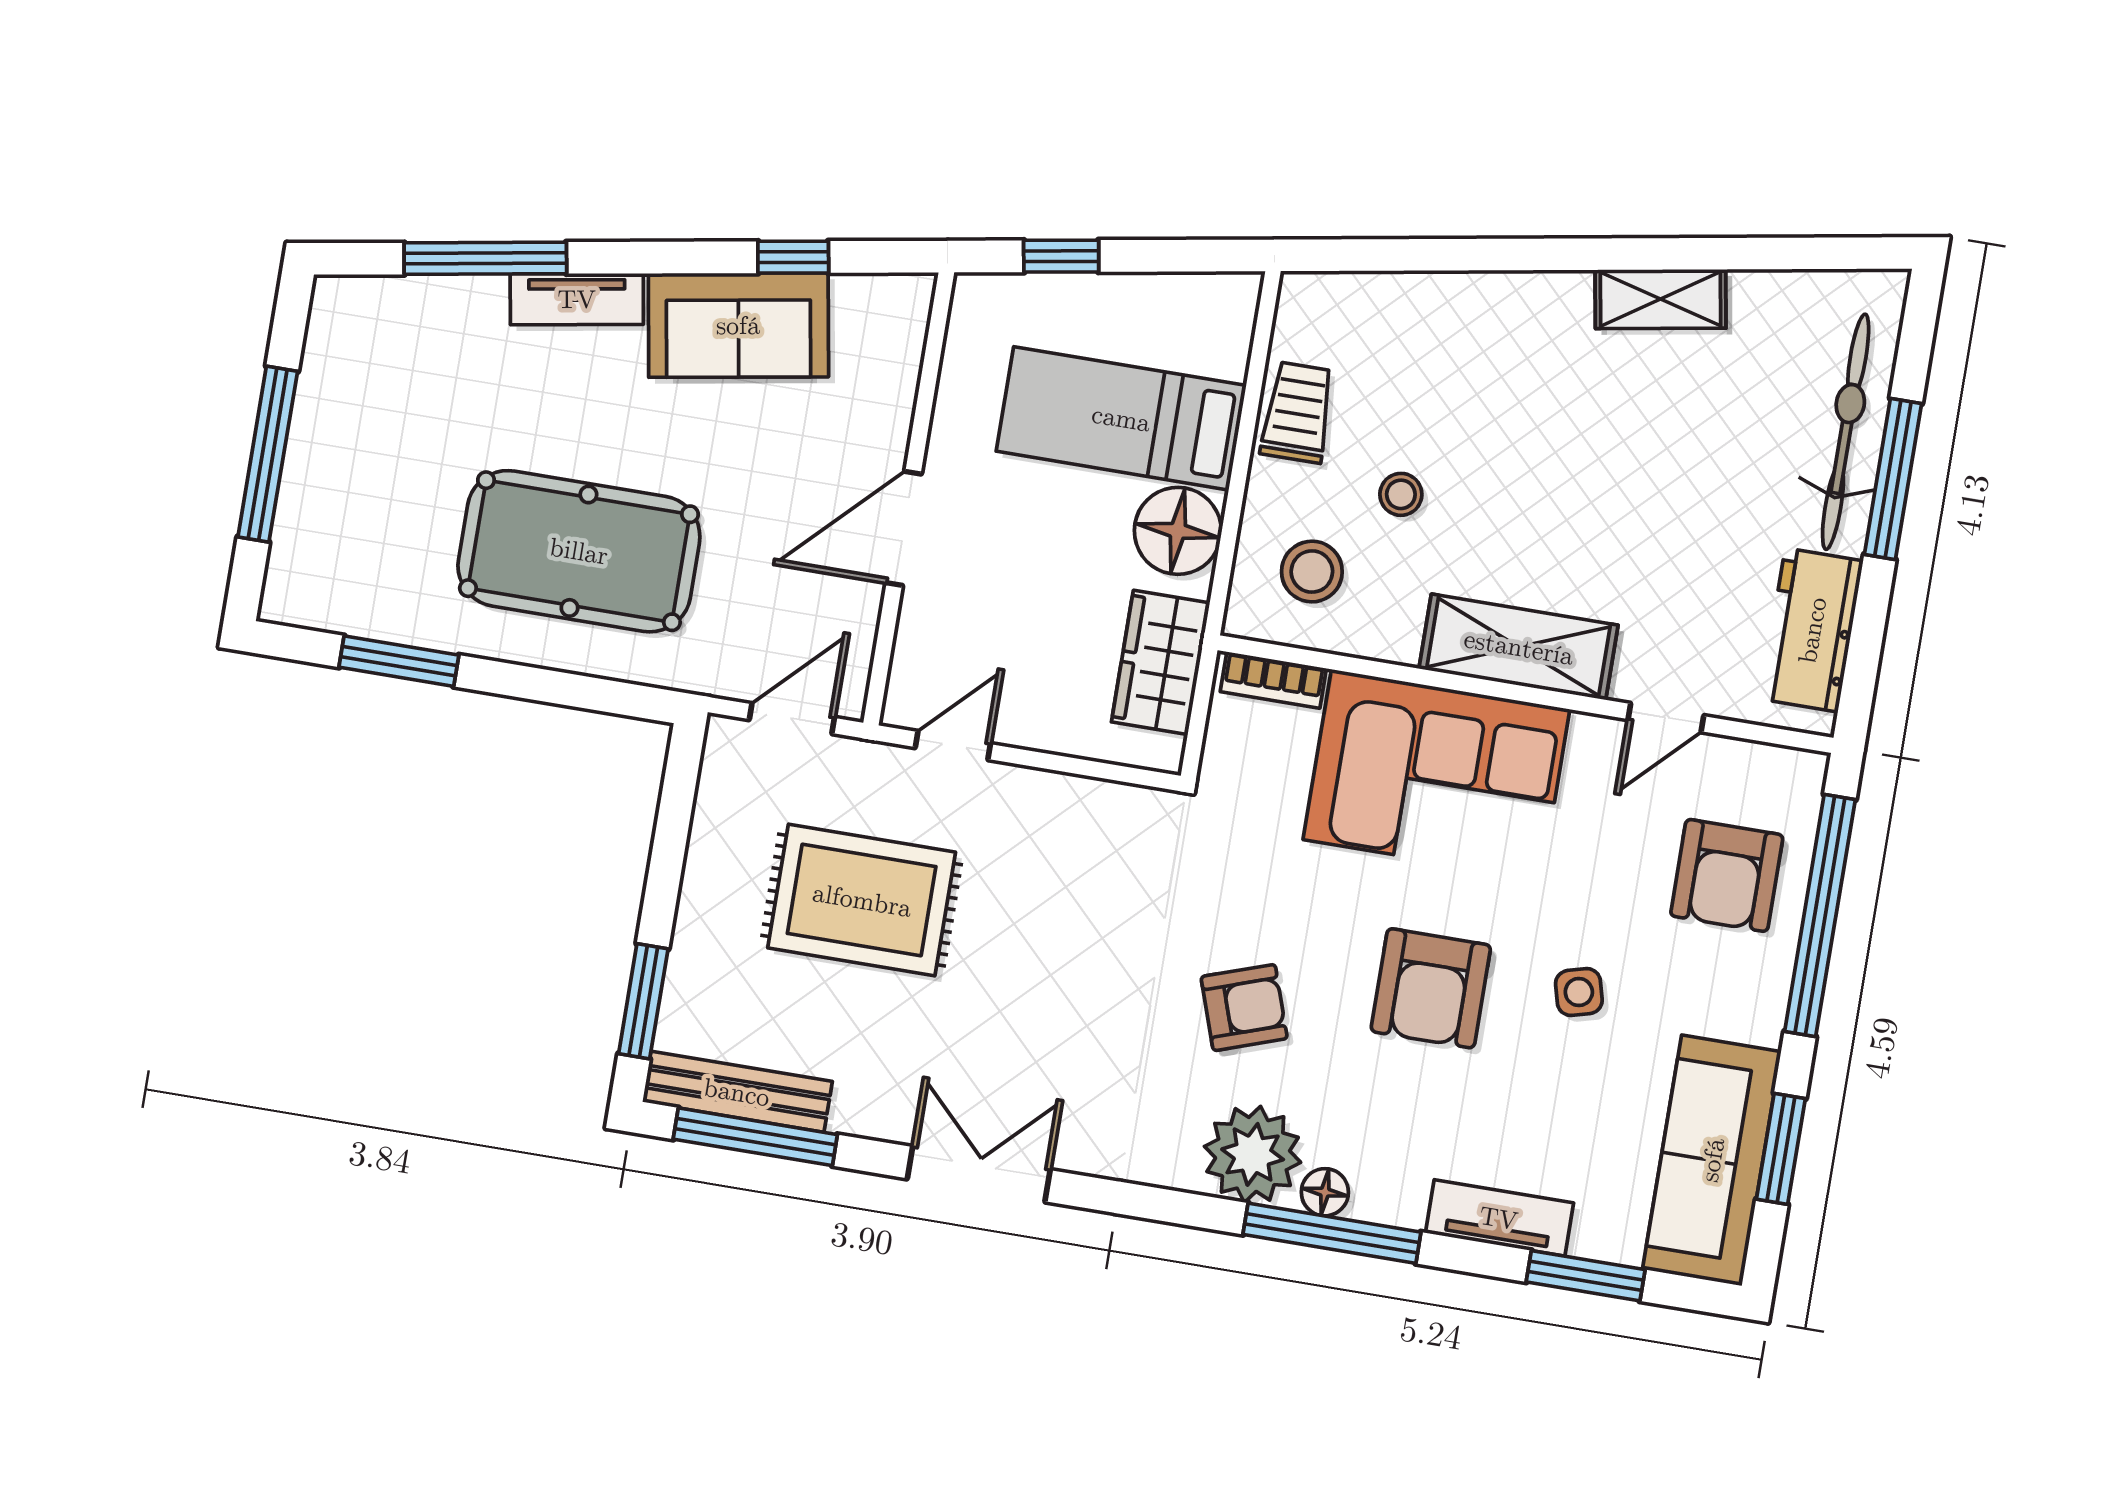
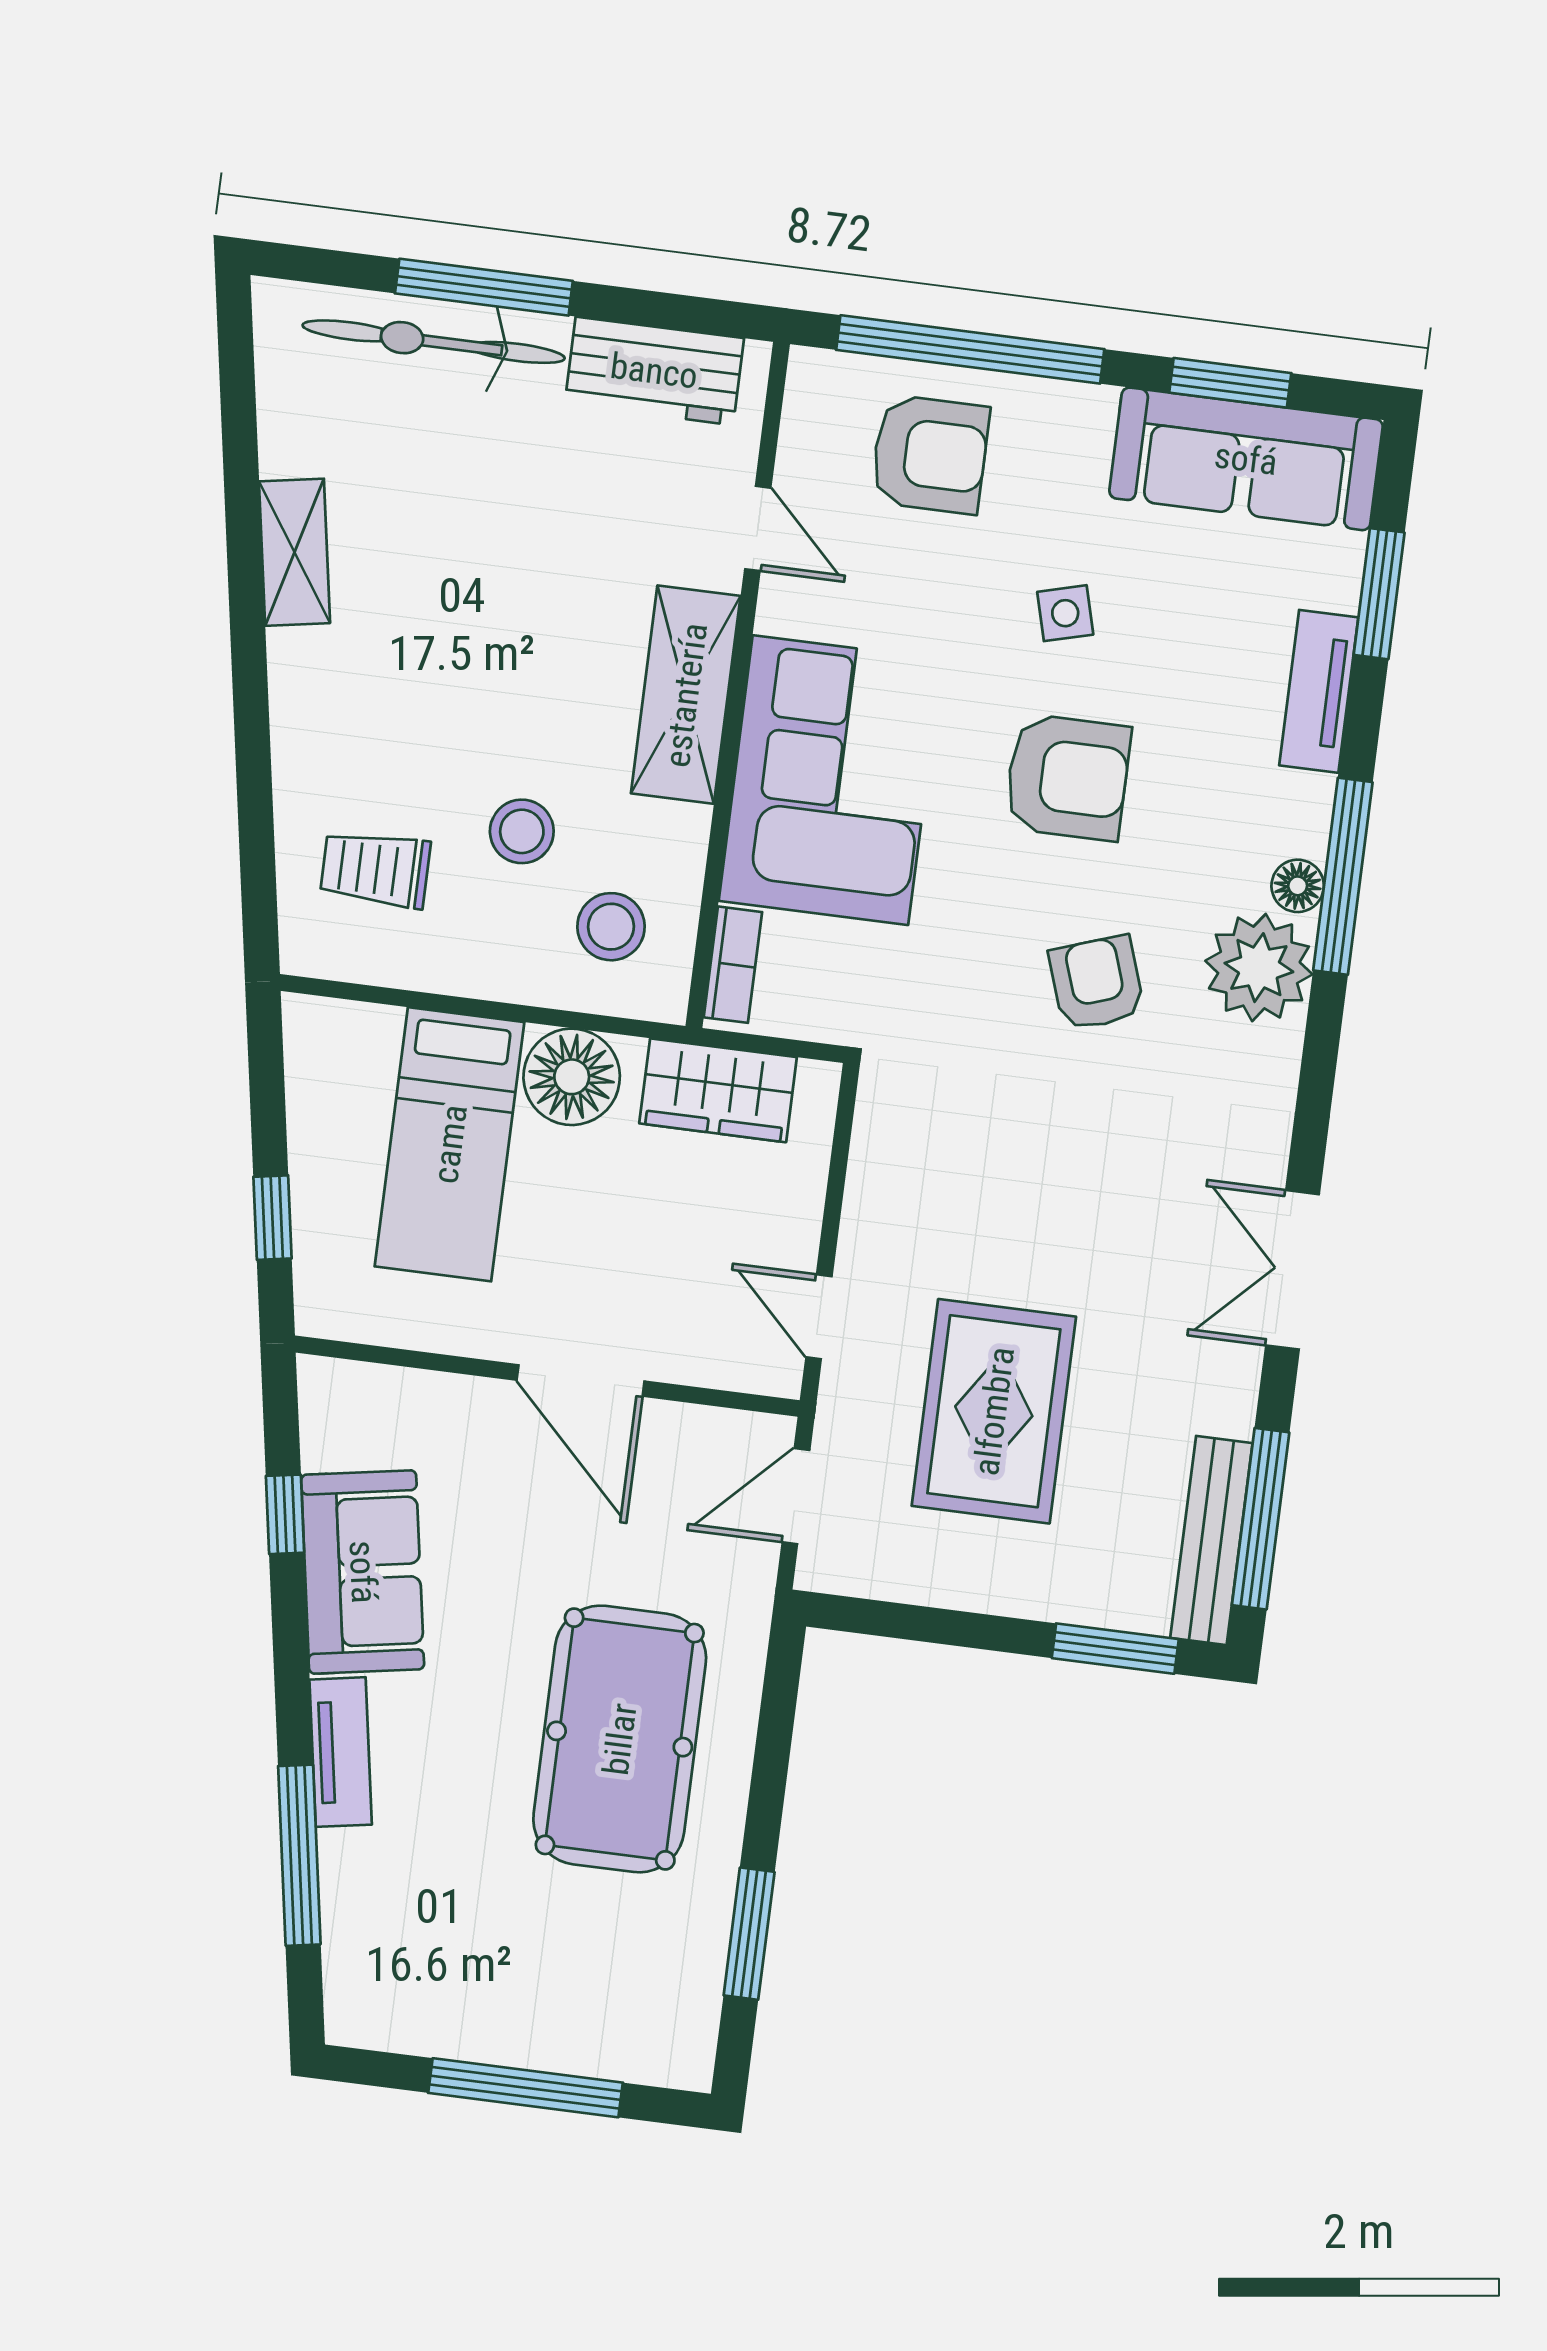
trolley: (1298, 412) -> (375, 869), moved
stool: (1401, 494) -> (522, 831), width x1.37, depth x1.37
door: (792, 719) -> (796, 1496), hinge flipped

